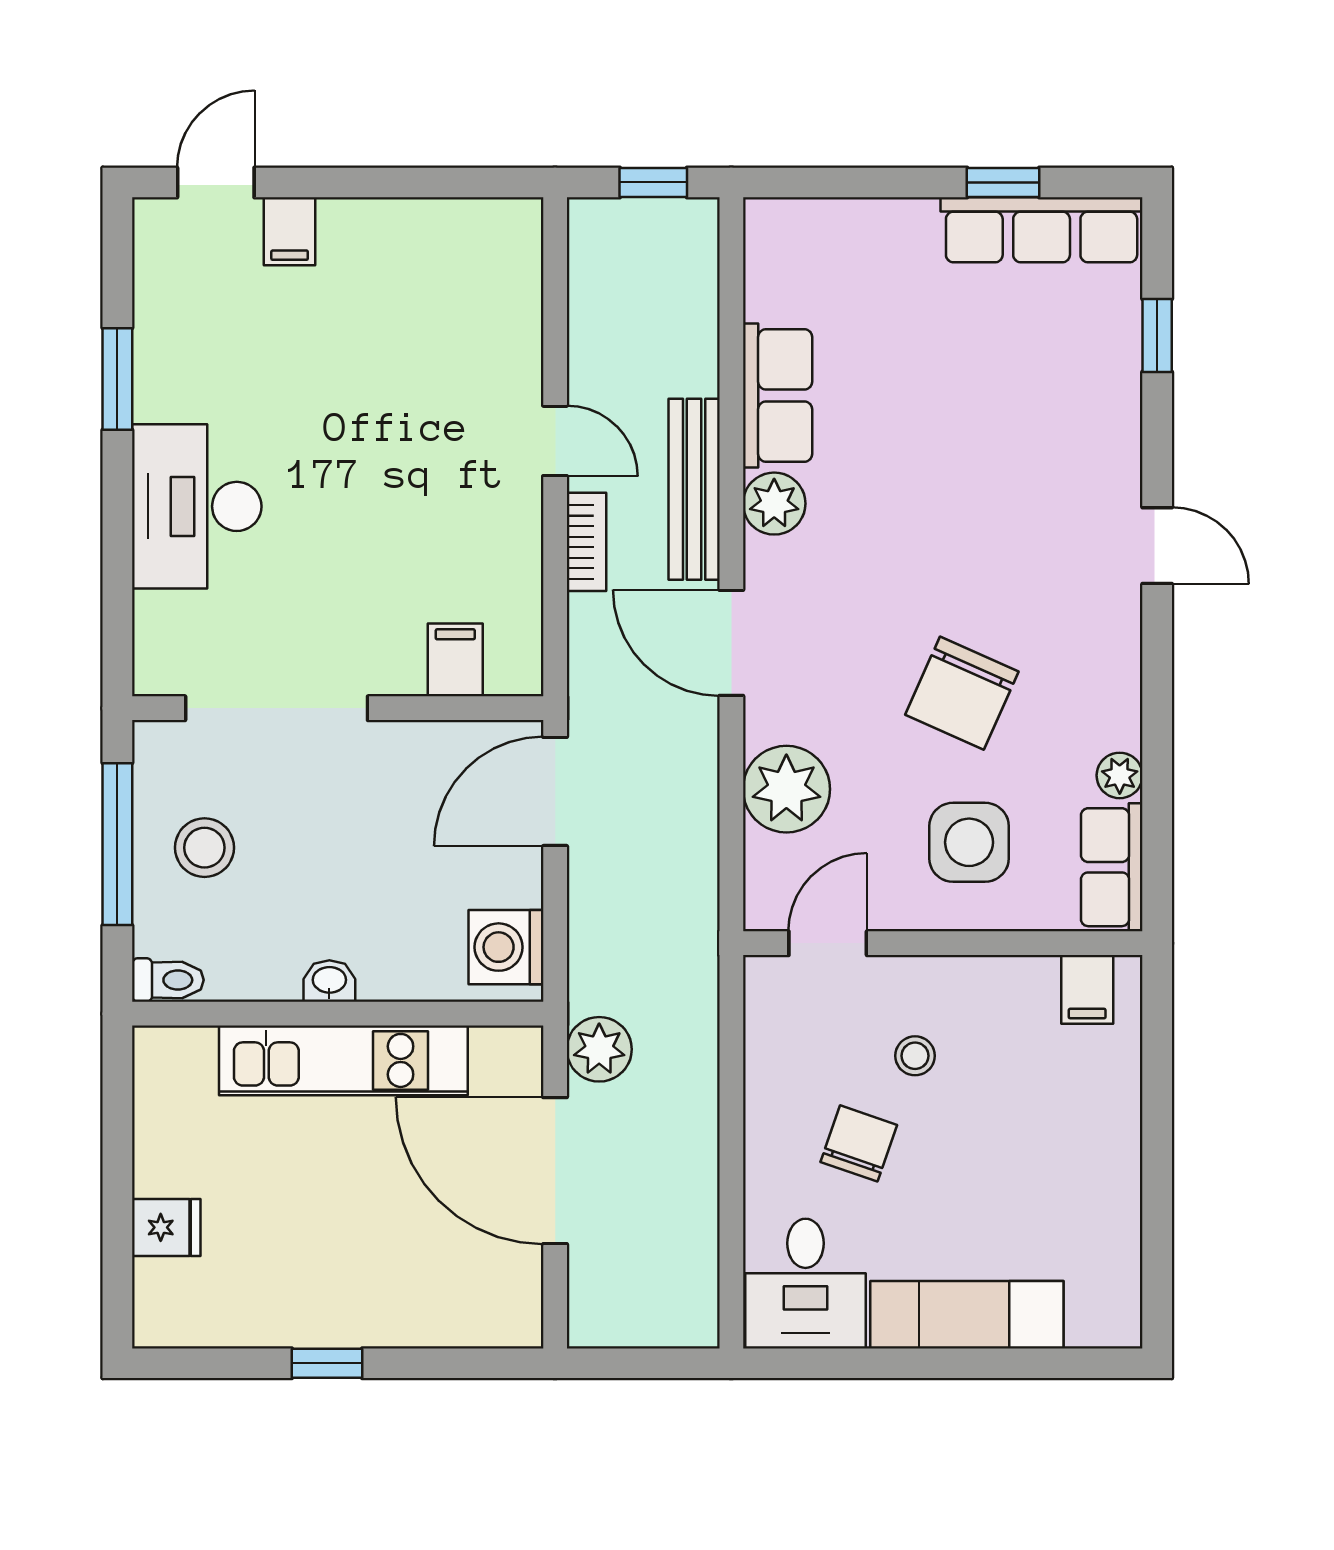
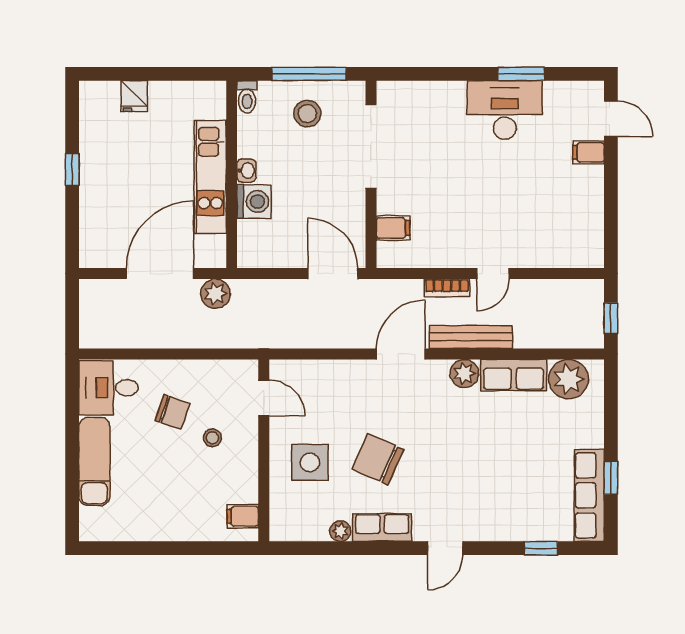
desk: (197, 506) -> (505, 110), moved
plant: (786, 789) -> (569, 379), moved
row of seats: (1112, 867) -> (382, 527), moved
washing machine: (506, 947) -> (254, 202), moved, turned 90

